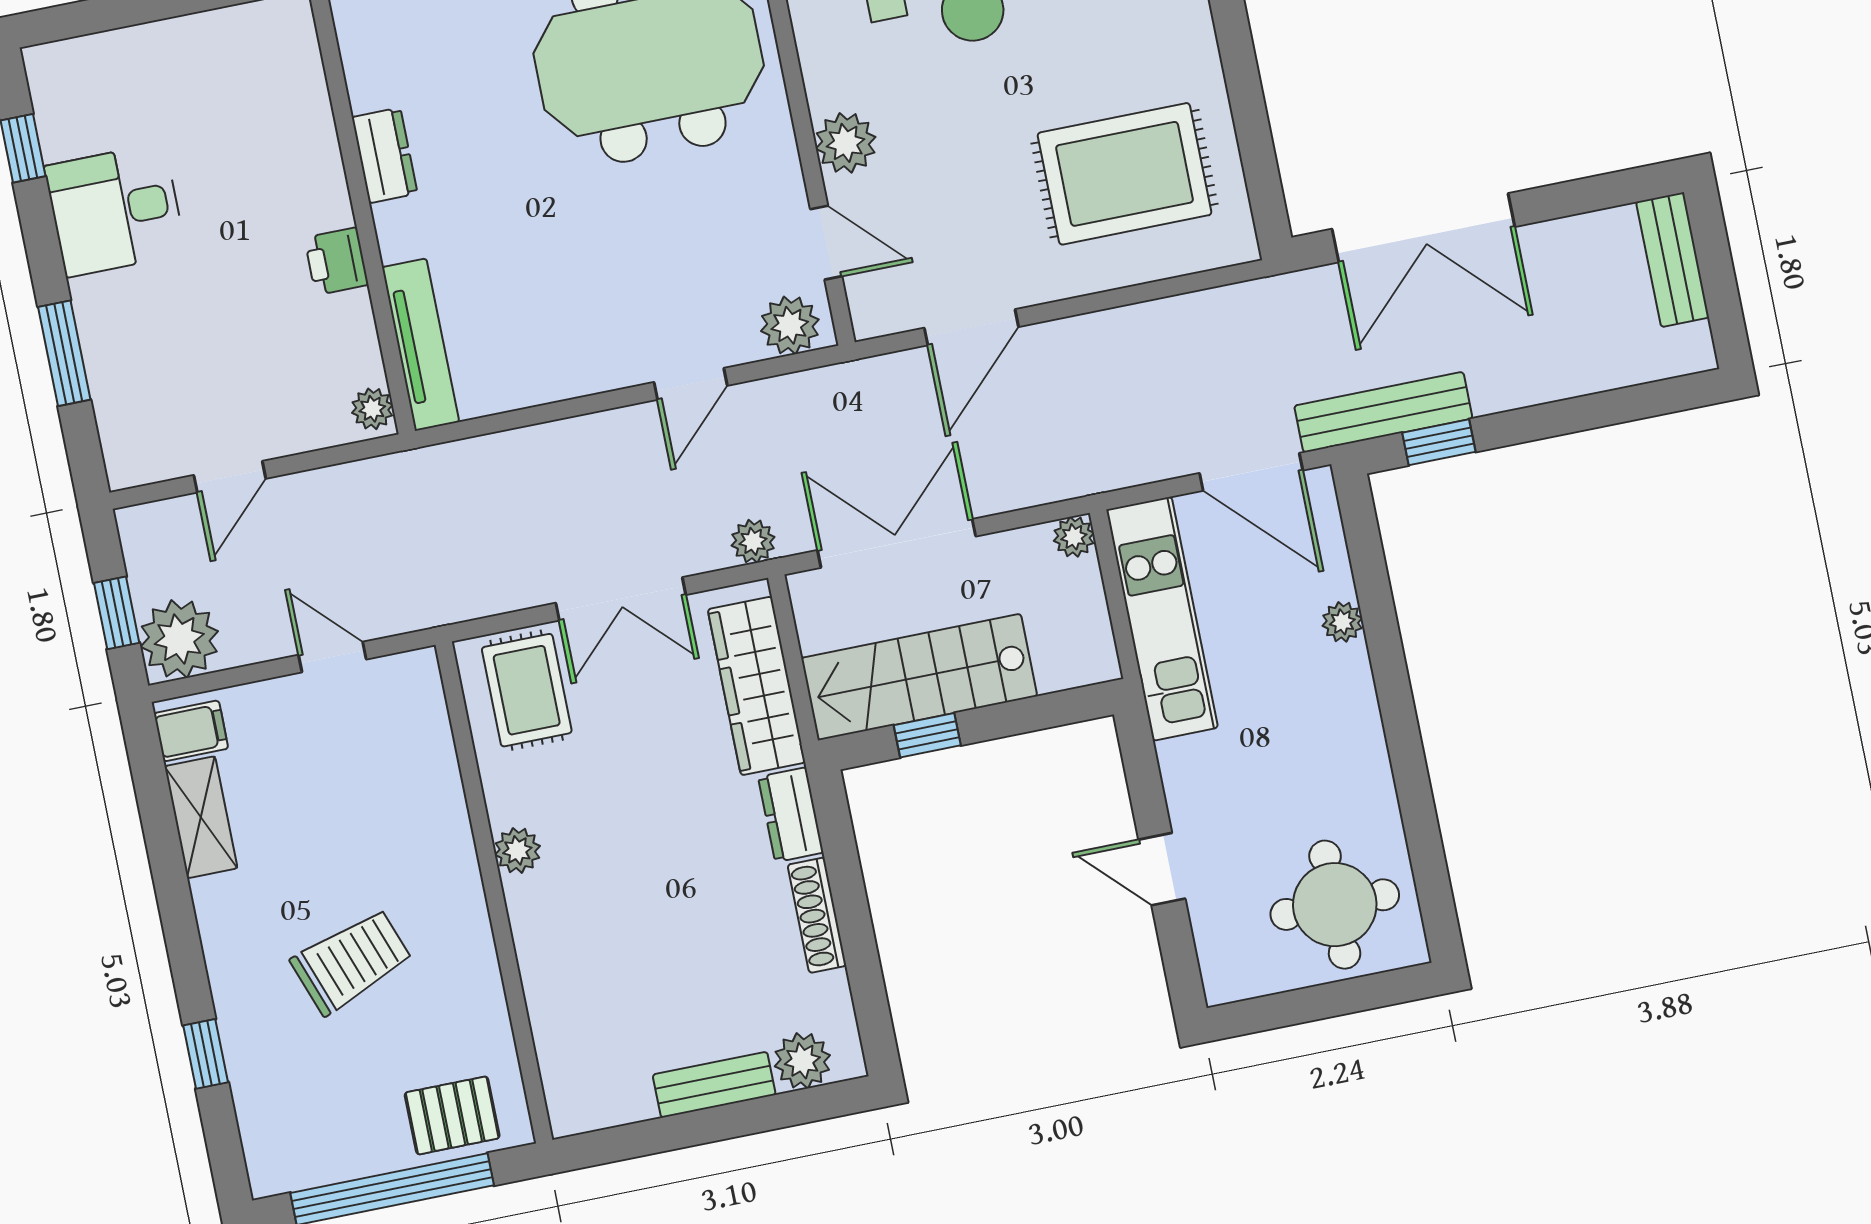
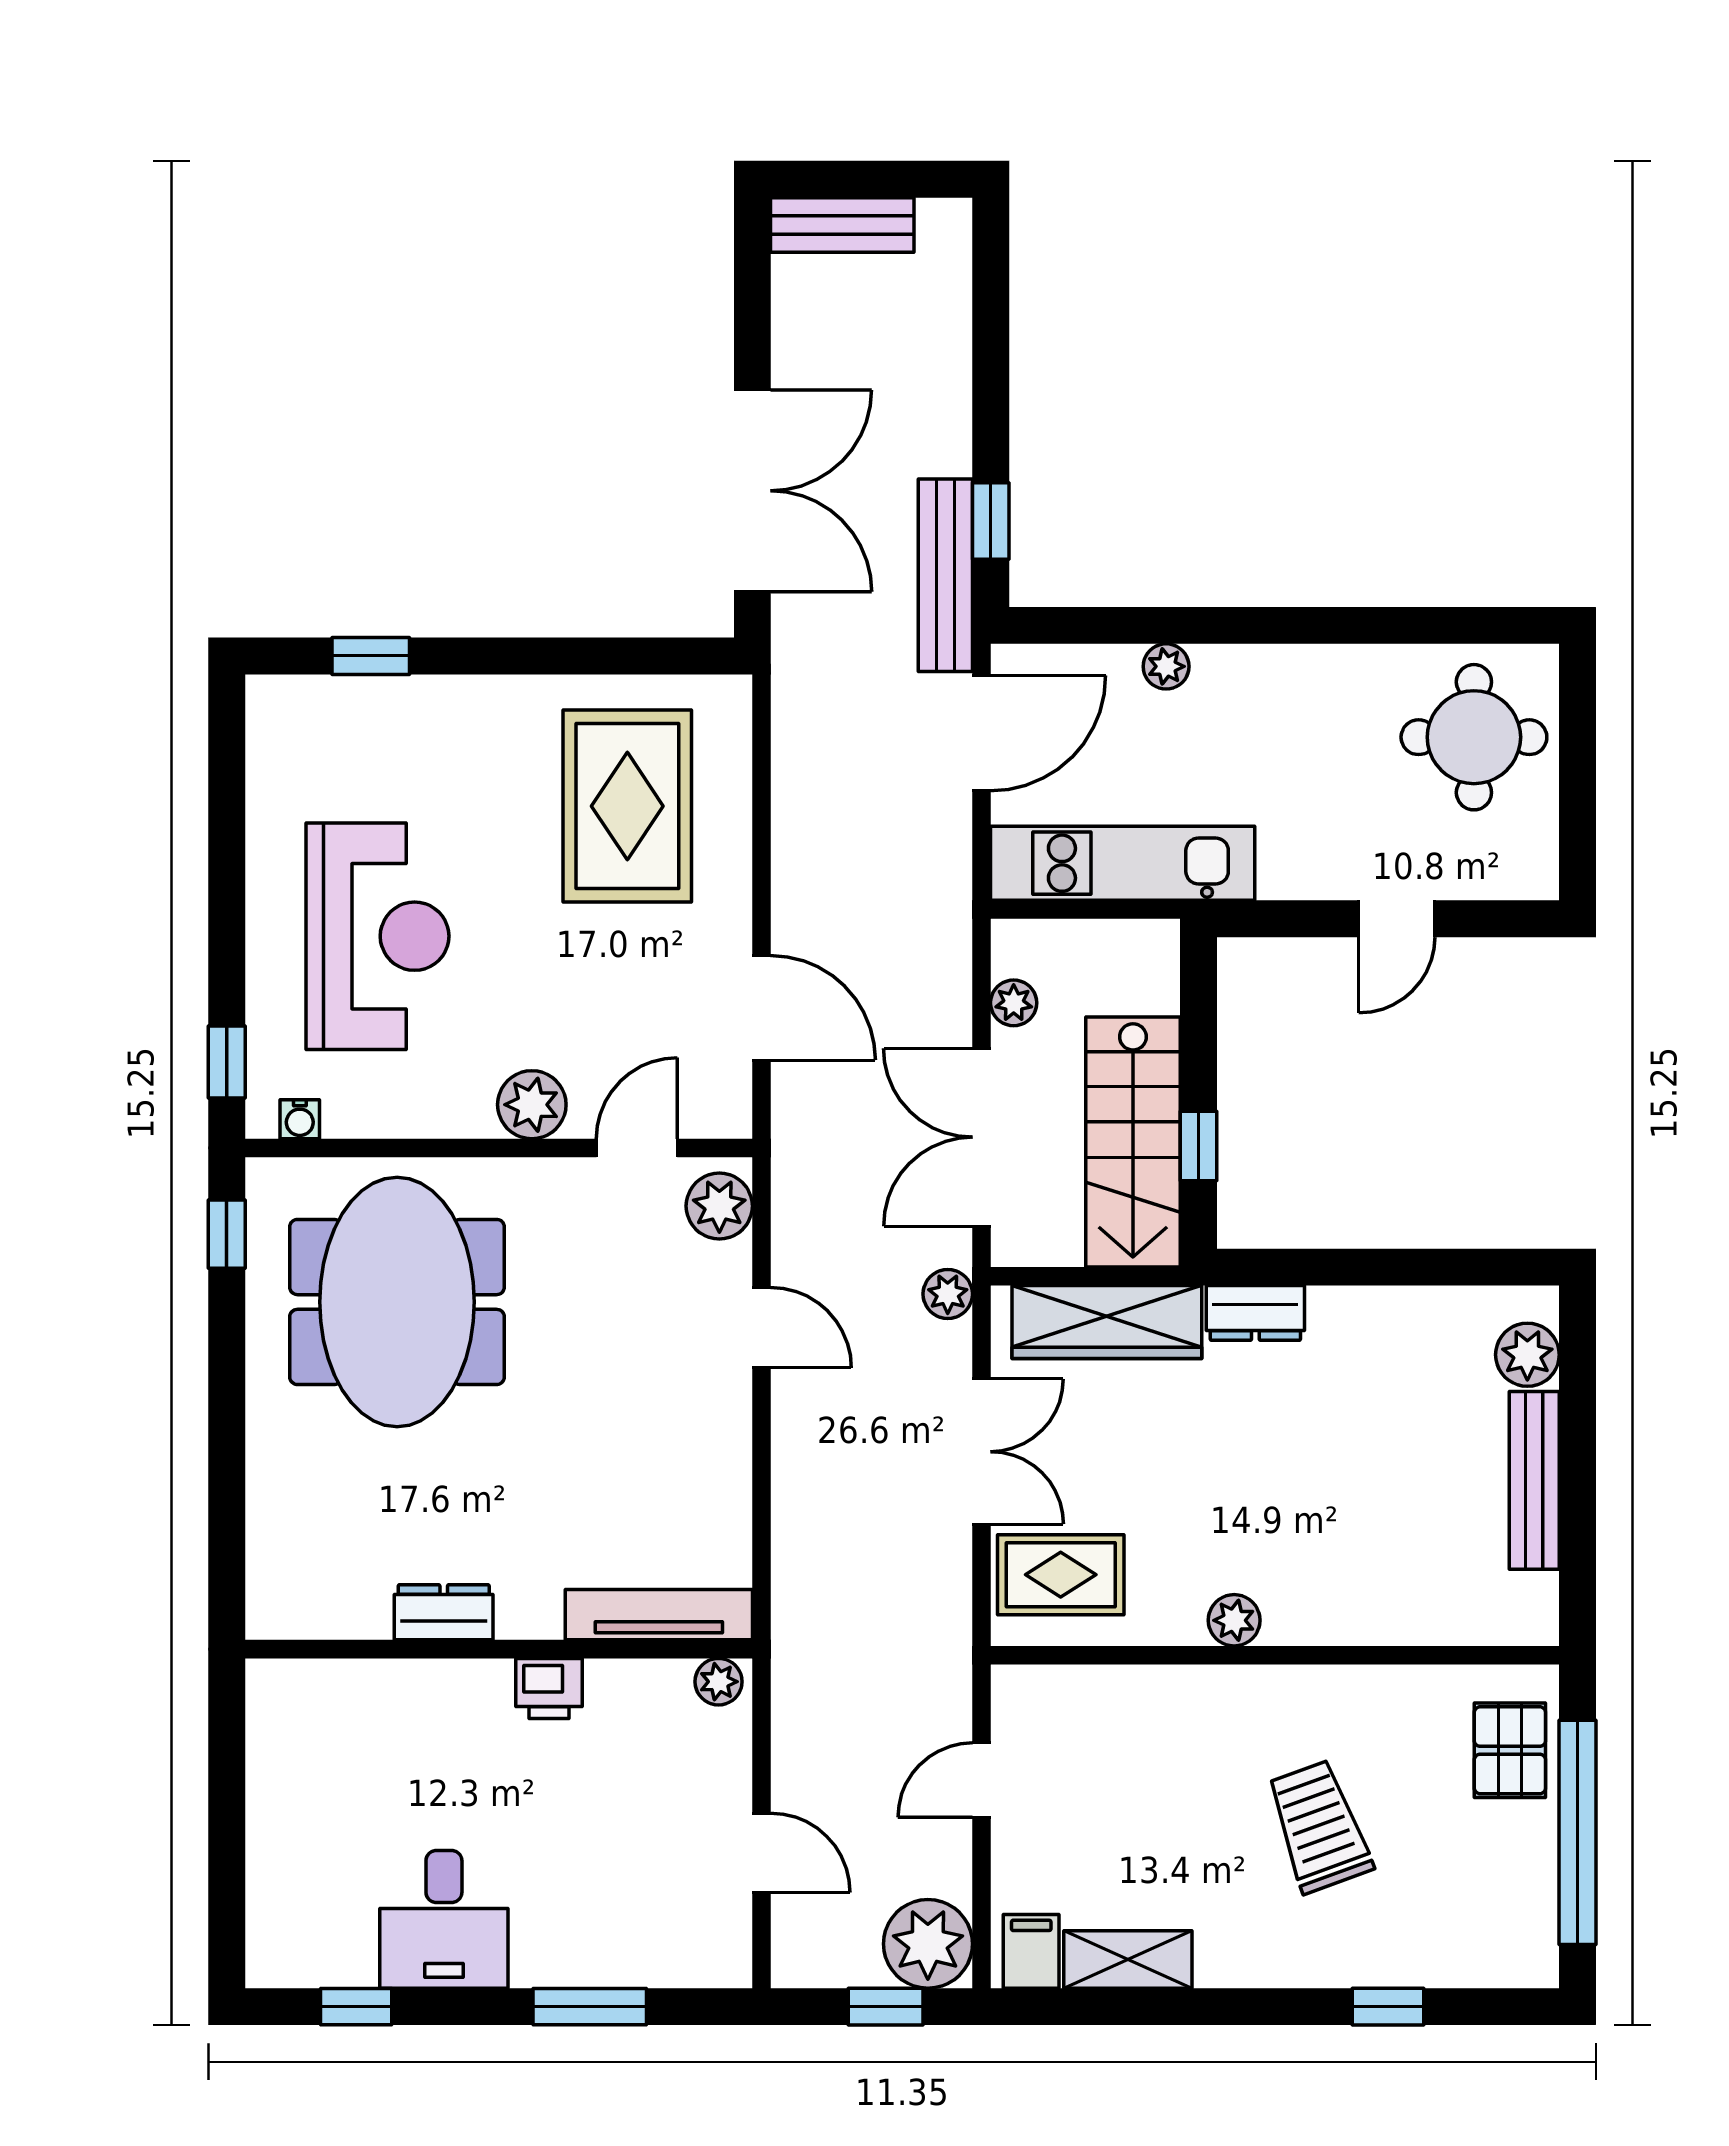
plant: (1074, 537) -> (1014, 1003), moved
shoe rack: (817, 915) -> (1371, 1307), removed
bench: (714, 1085) -> (1534, 1480), width x1.36

